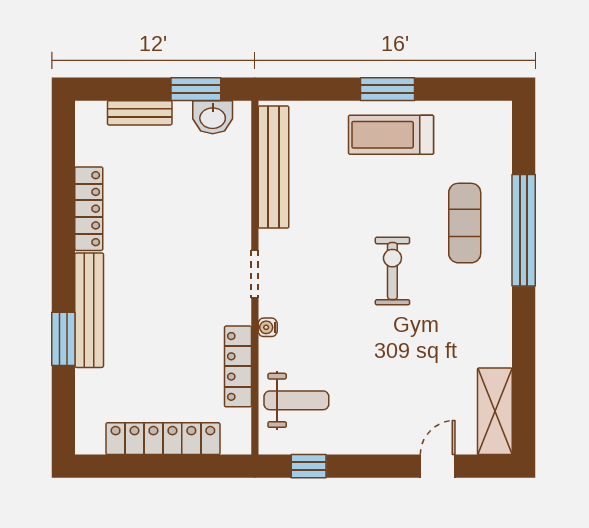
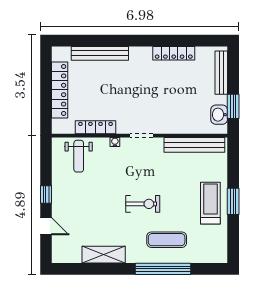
bench: (140, 113) -> (221, 73), width x1.36
bench: (89, 310) -> (100, 53), moved
window: (63, 339) -> (109, 41), removed
shelving: (495, 411) -> (104, 255), moved
window: (309, 466) -> (46, 195), moved

